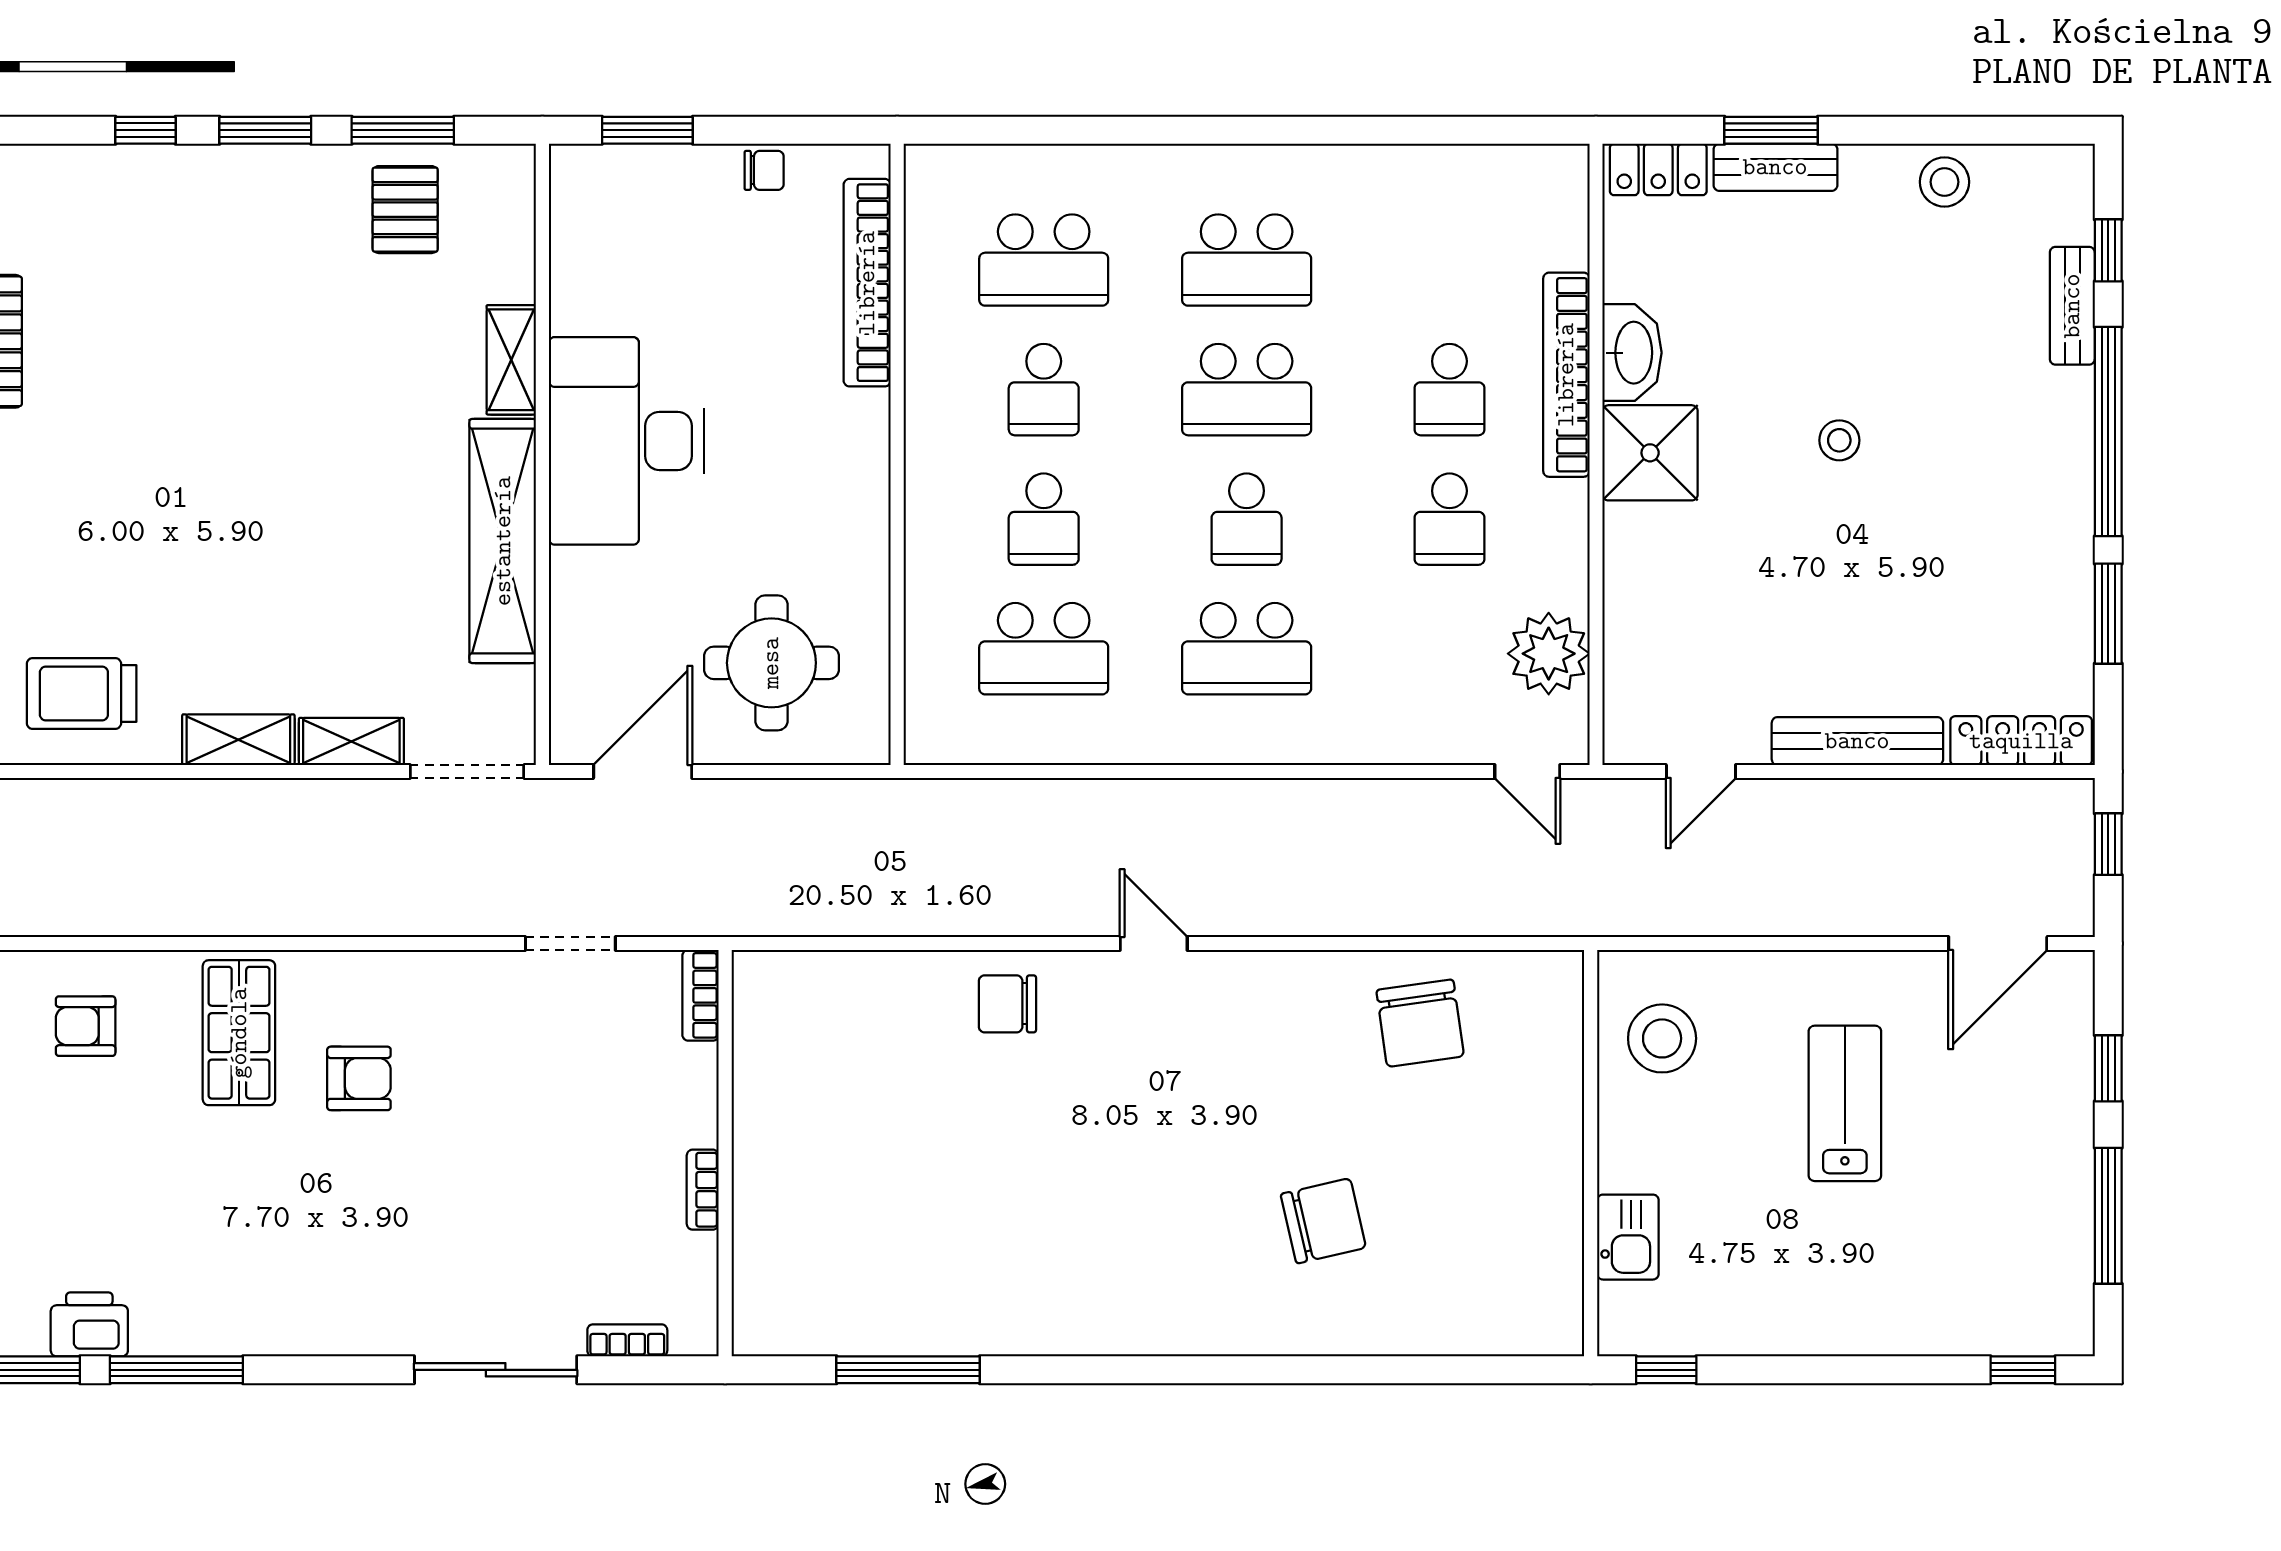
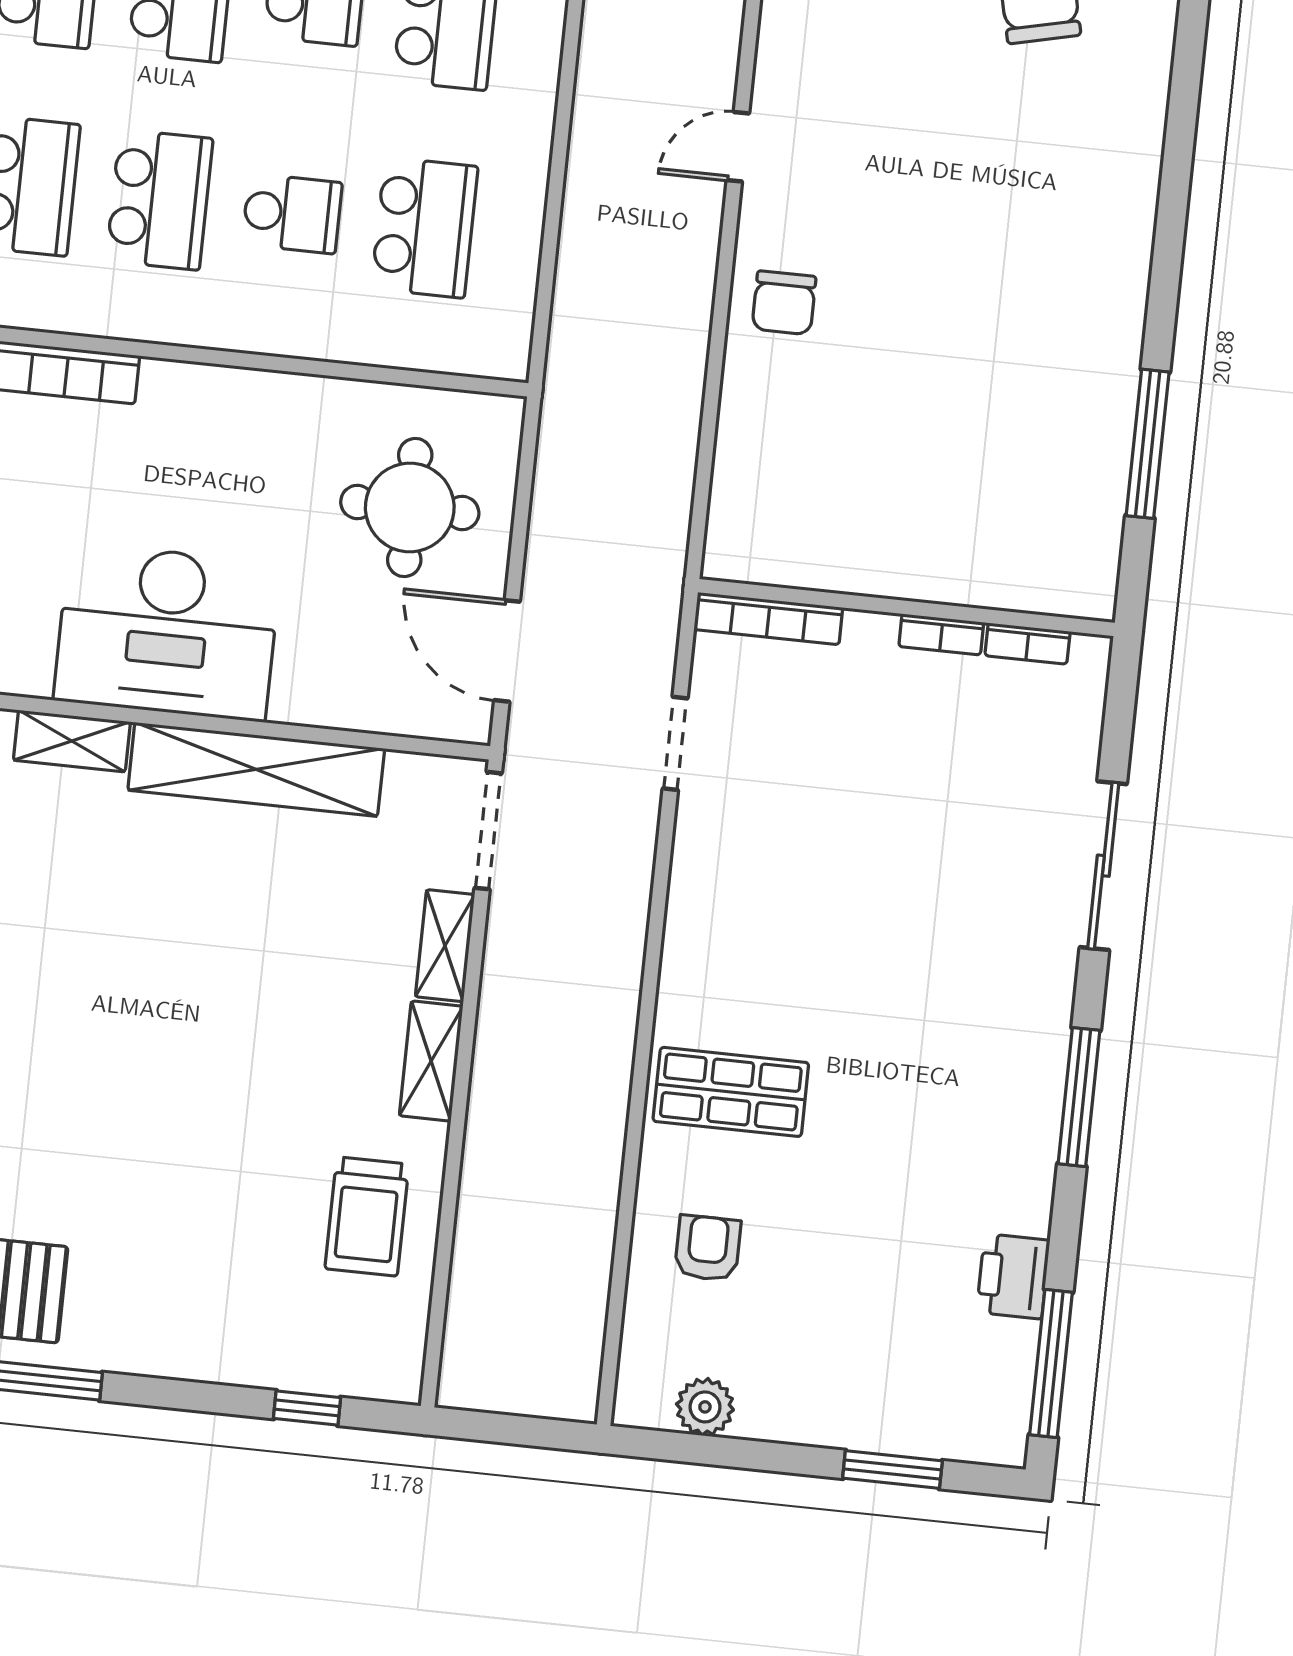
school desk: (1044, 390) -> (159, 200), width x1.85
bookcase: (701, 995) -> (768, 619), width x1.56
armchair: (86, 1026) -> (708, 1248), turned 180
armchair: (359, 1078) -> (790, 974), removed
bookcase: (627, 1340) -> (1028, 644), moved, turned -90
window: (176, 1370) -> (1079, 1097), moved

